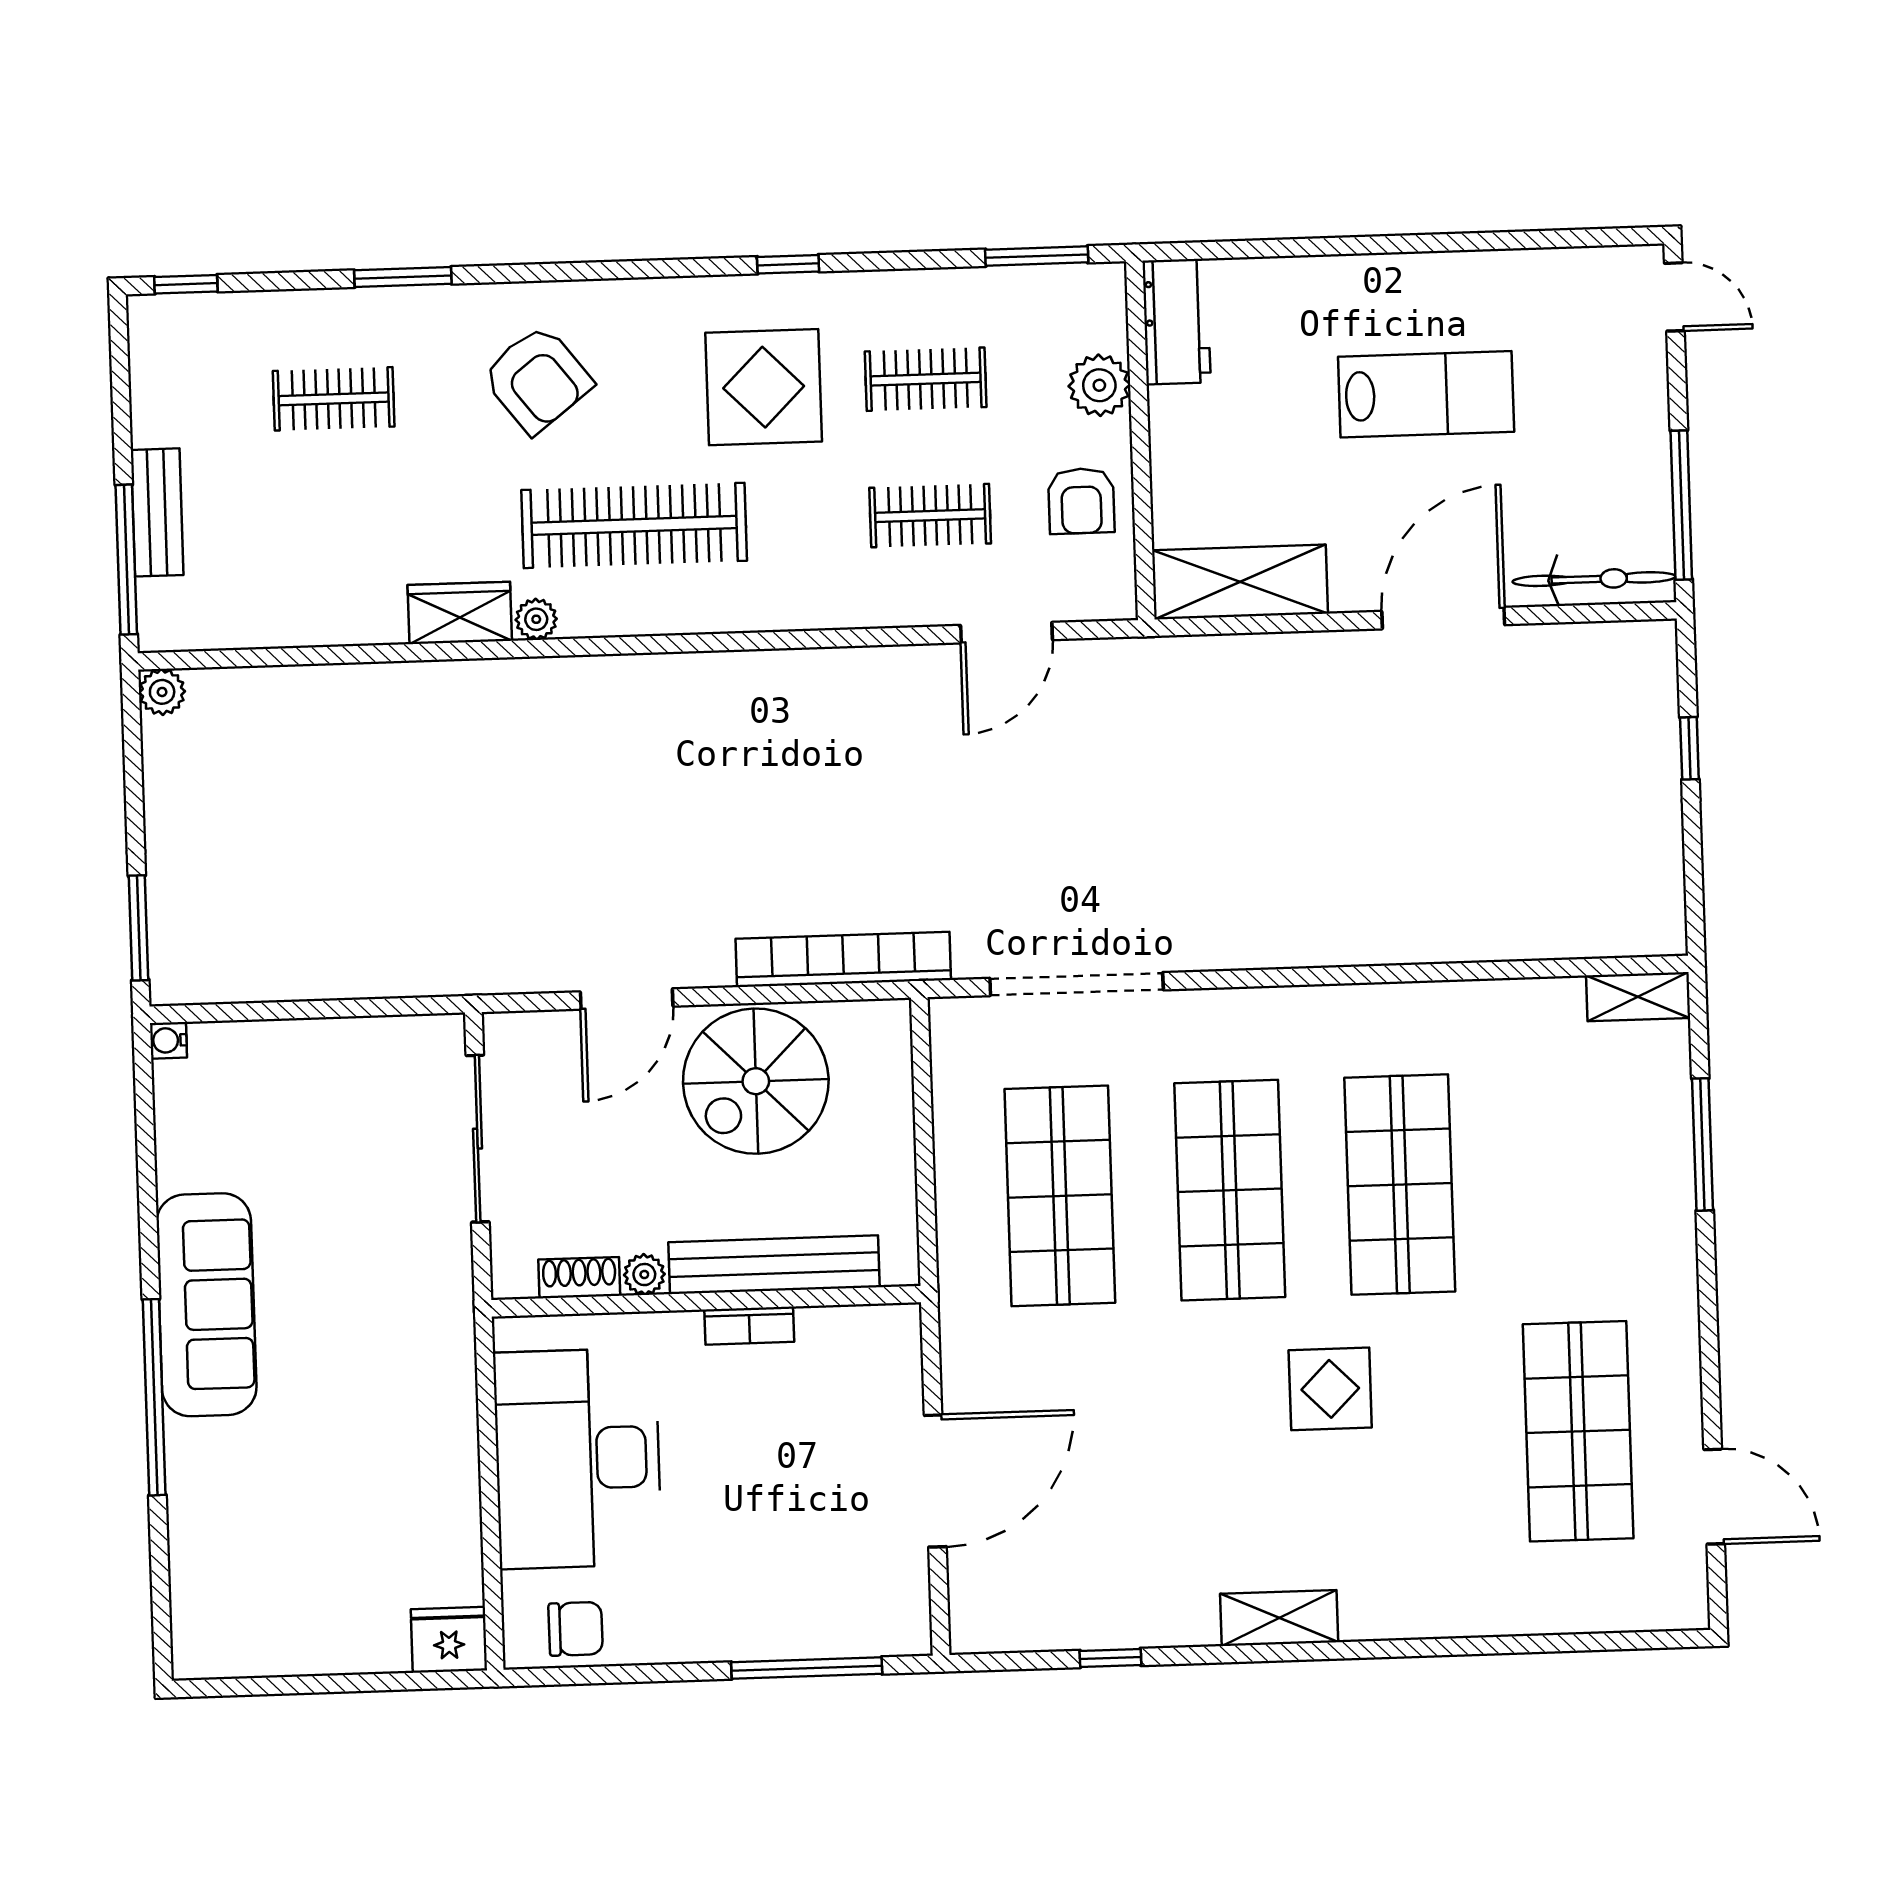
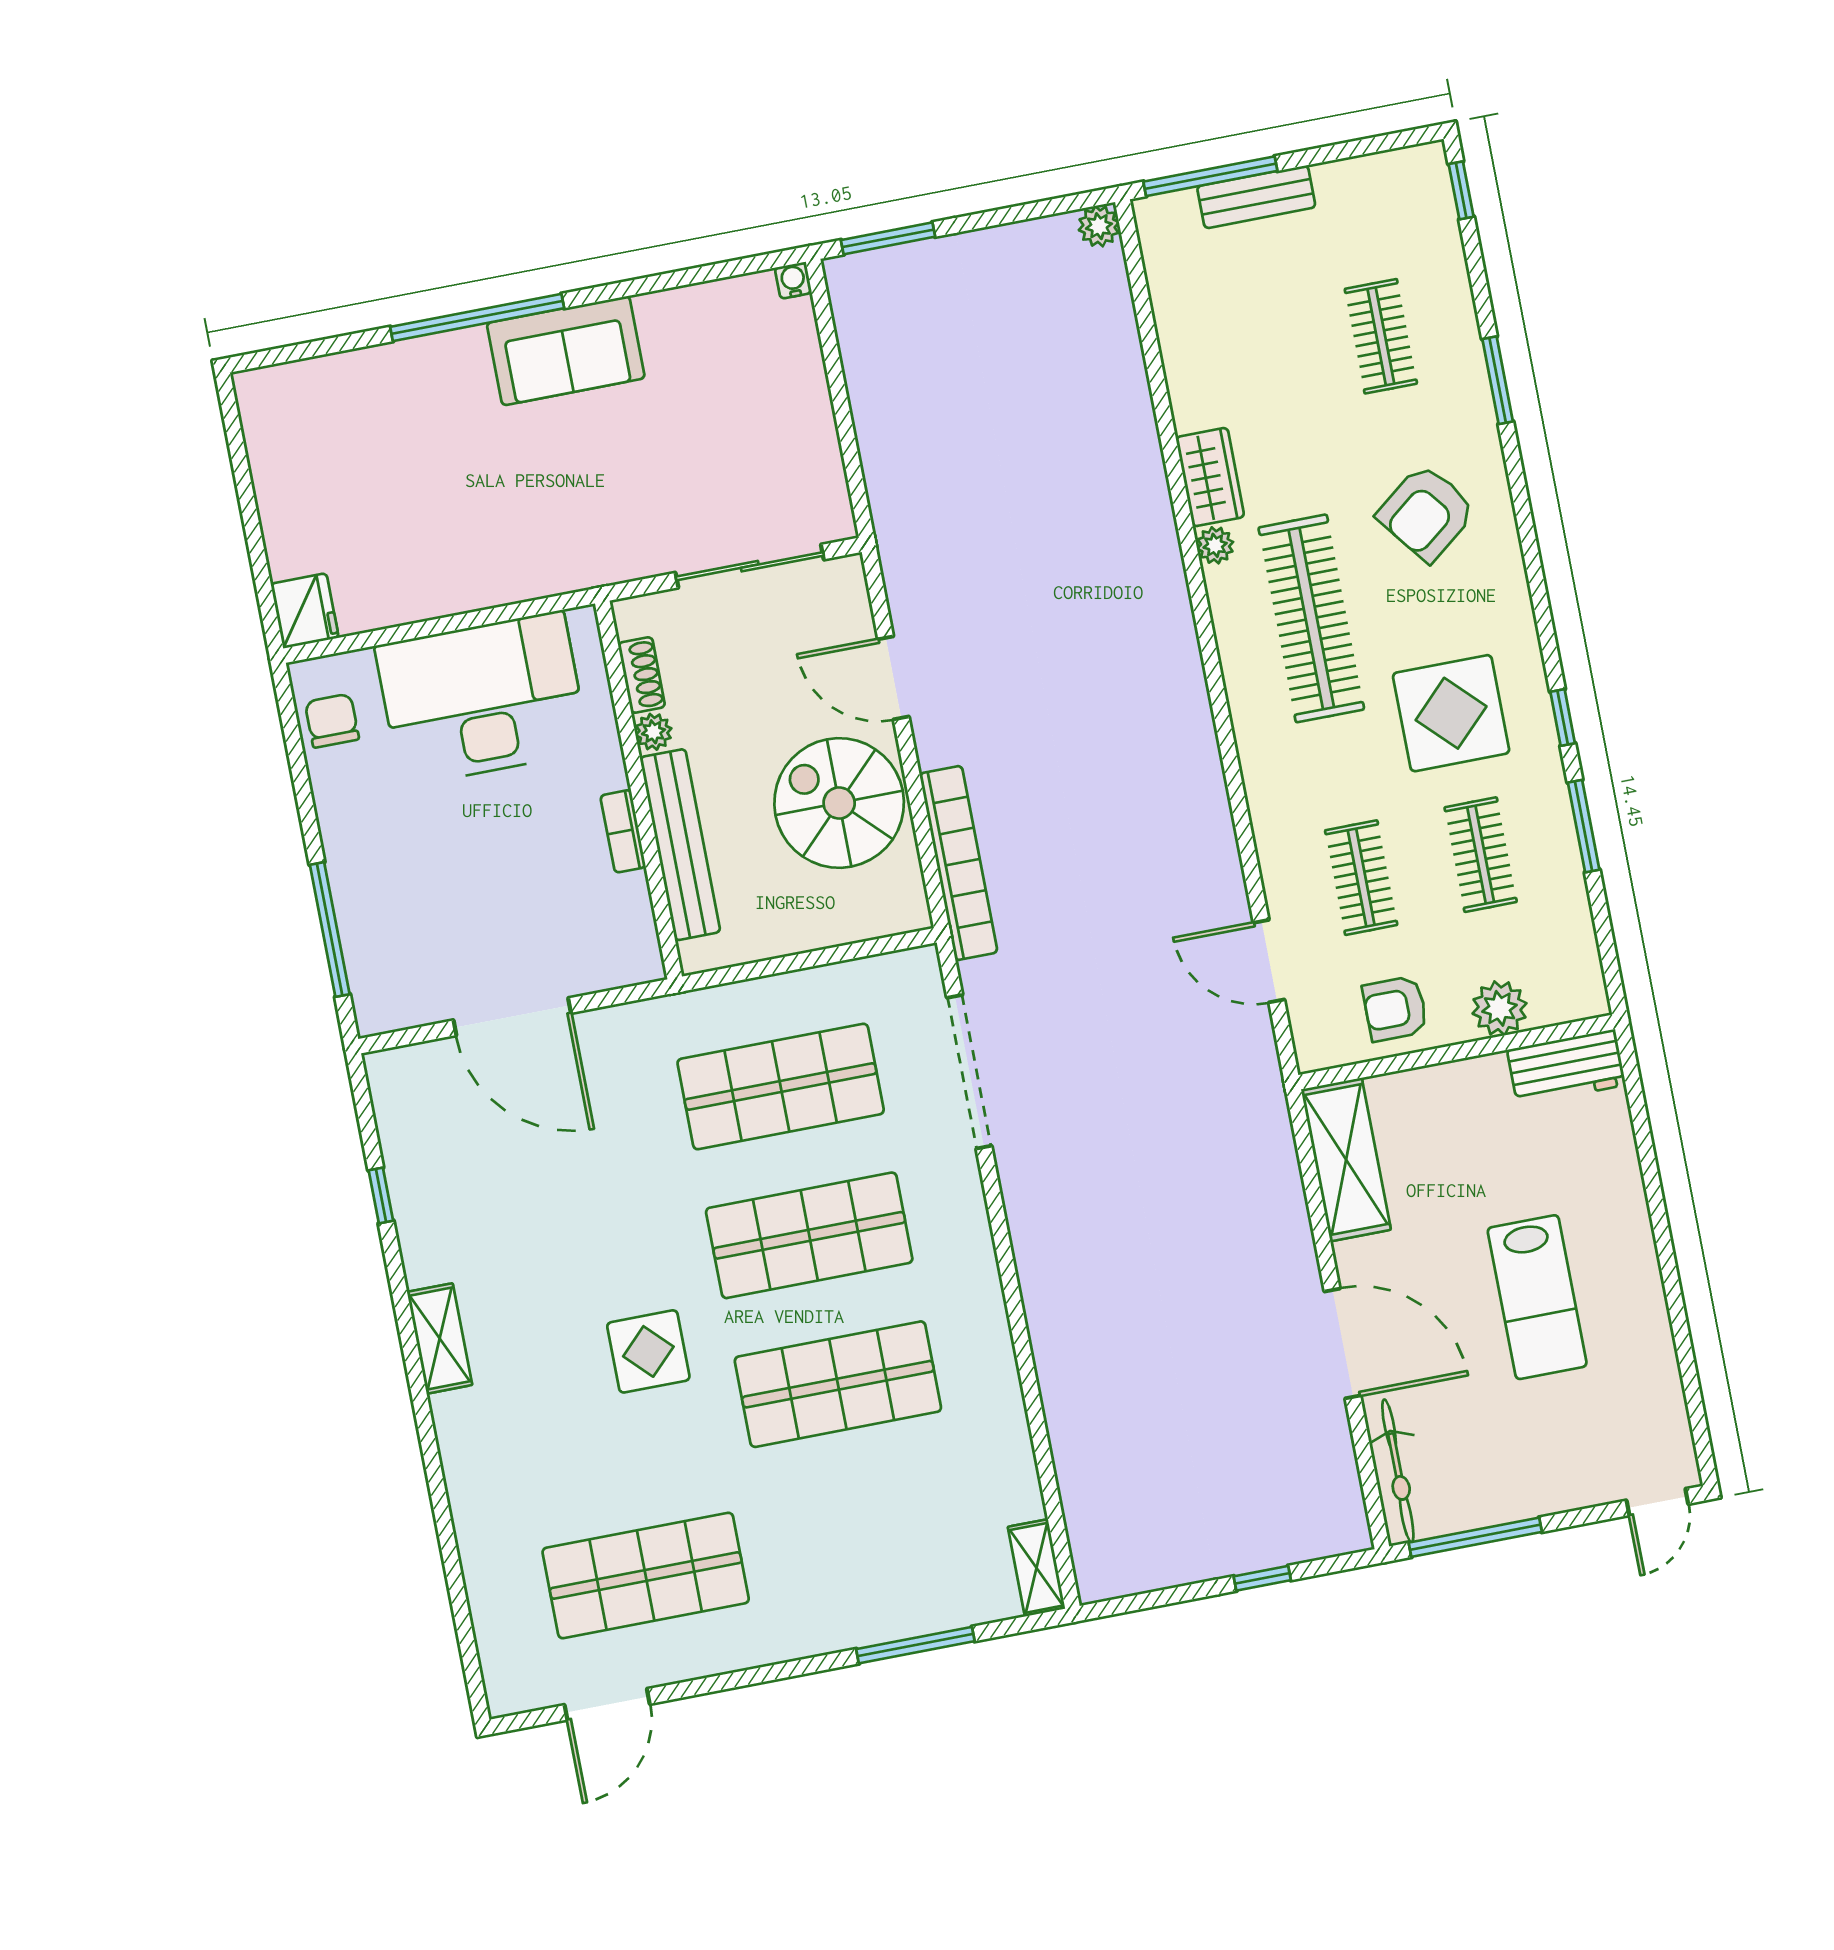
window: (1037, 256) -> (1584, 826), moved
sofa: (206, 1305) -> (566, 351), width x0.73
chair: (576, 1629) -> (332, 721), turned 180

